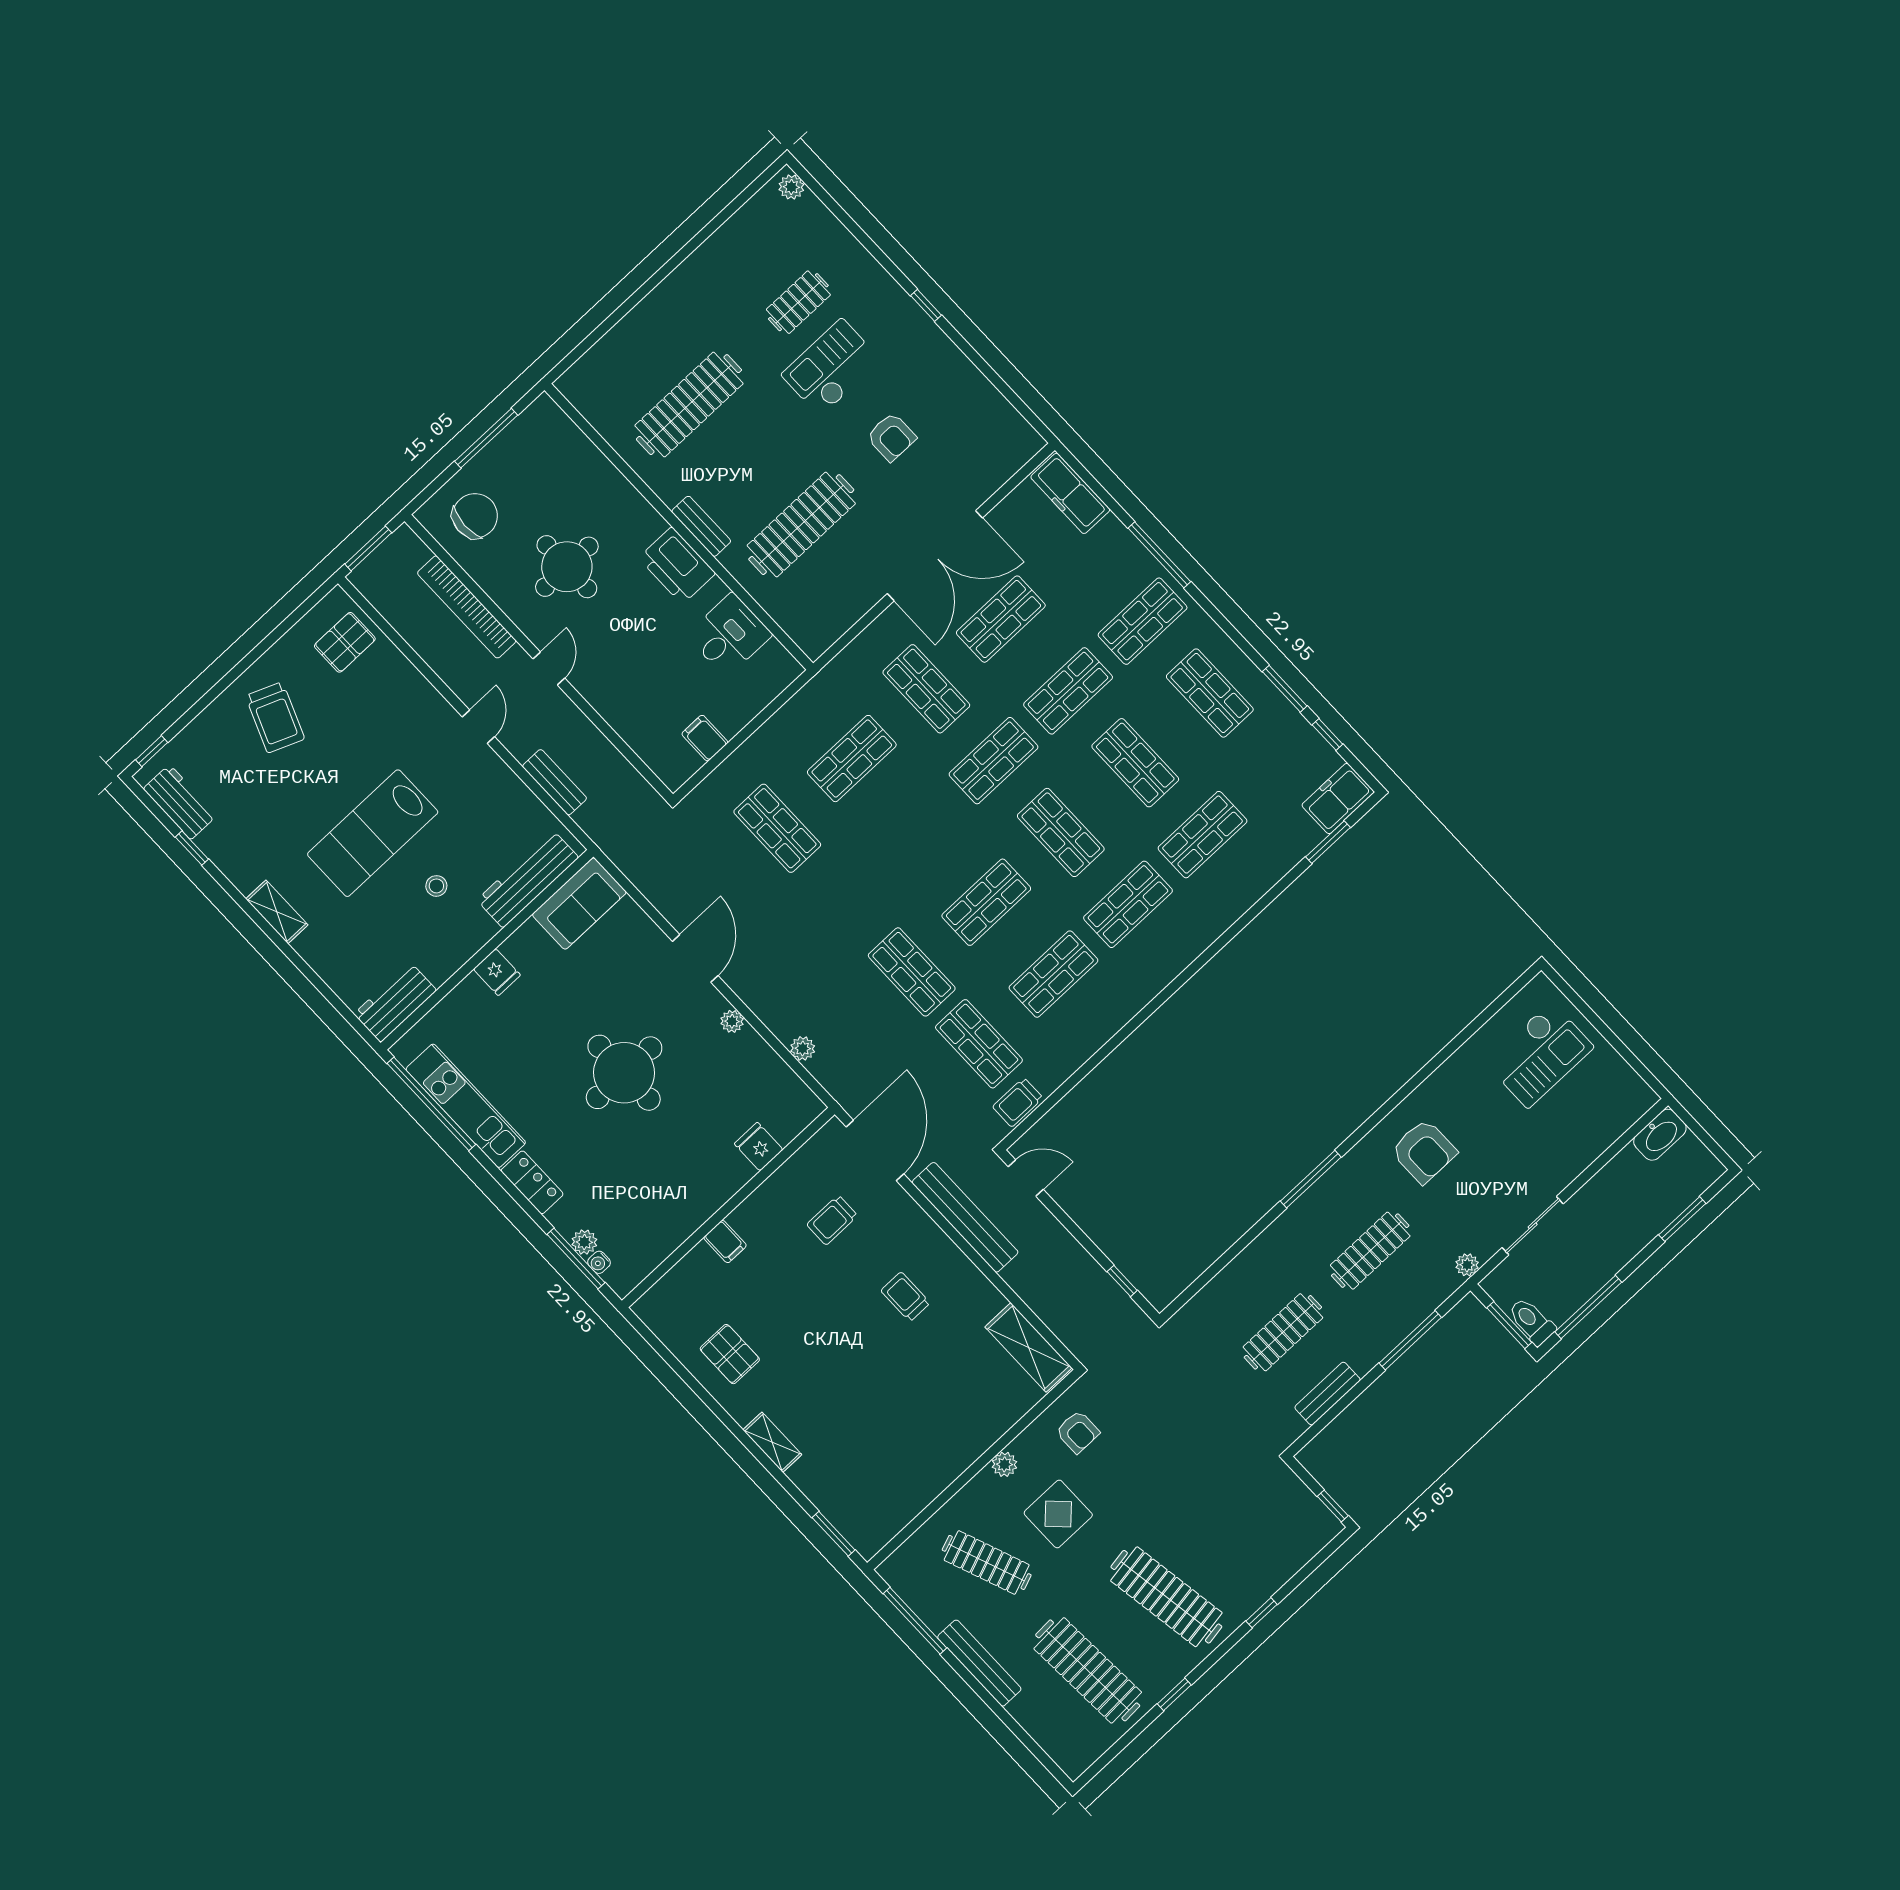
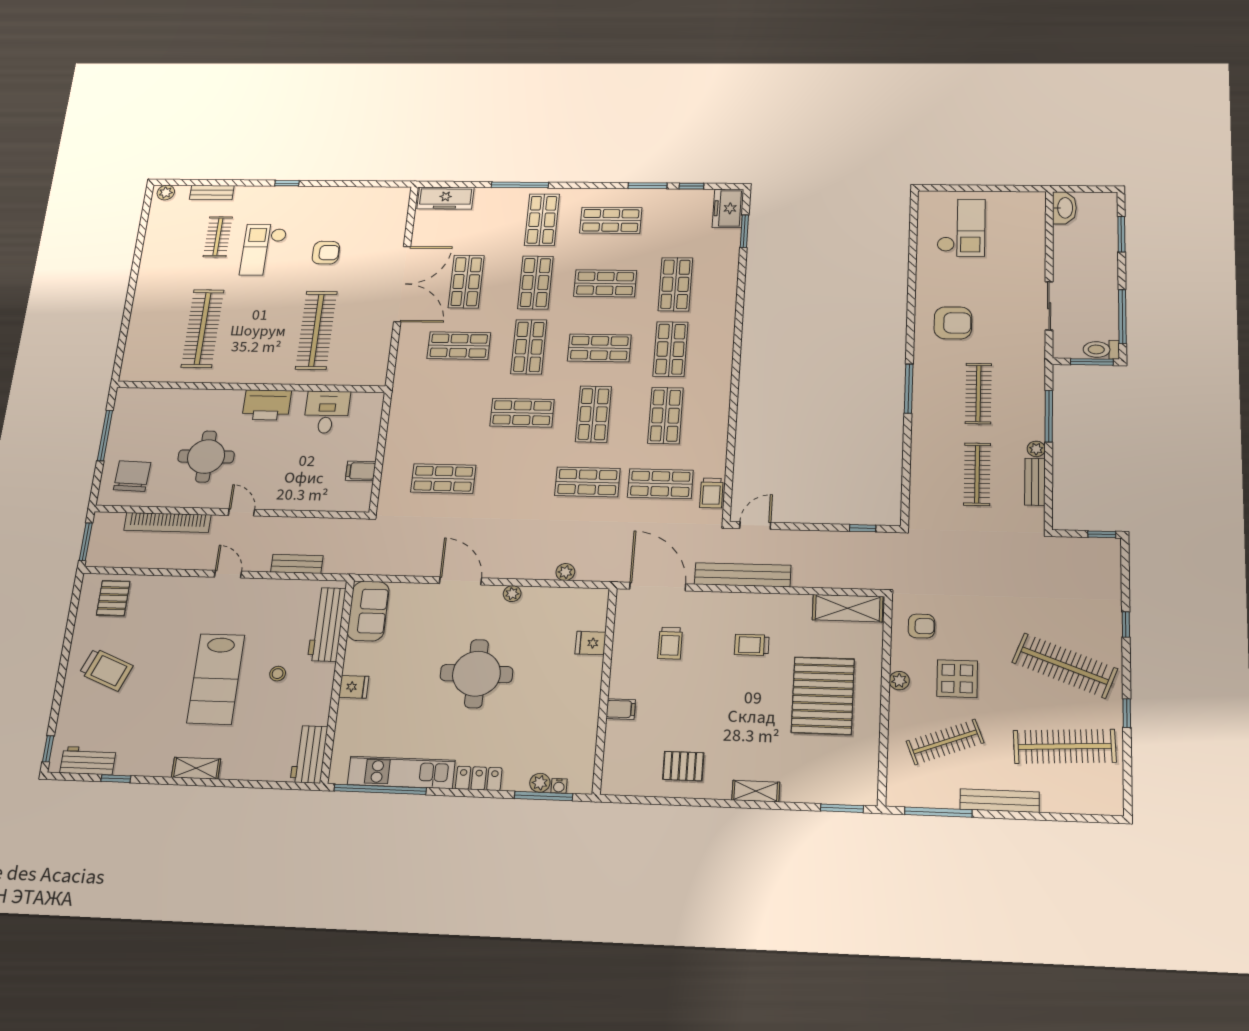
bench: (701, 526) -> (212, 192), moved
shop shelf: (852, 759) -> (522, 413), moved, turned 90
plant: (1467, 1265) -> (1036, 449), moved
pallet: (921, 1411) -> (823, 696), added
clothes rail: (1166, 1597) -> (1065, 666), turned 30

